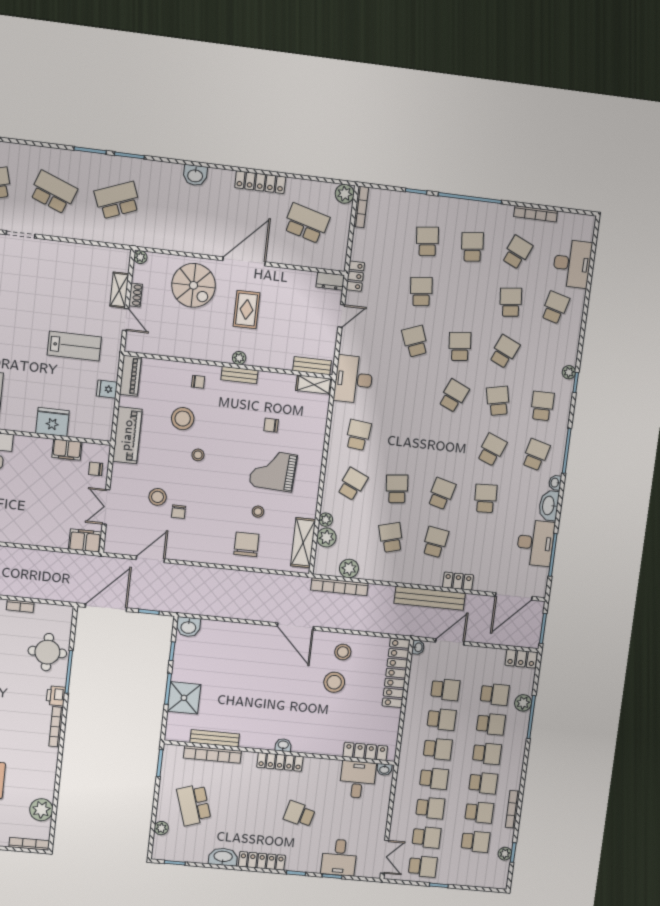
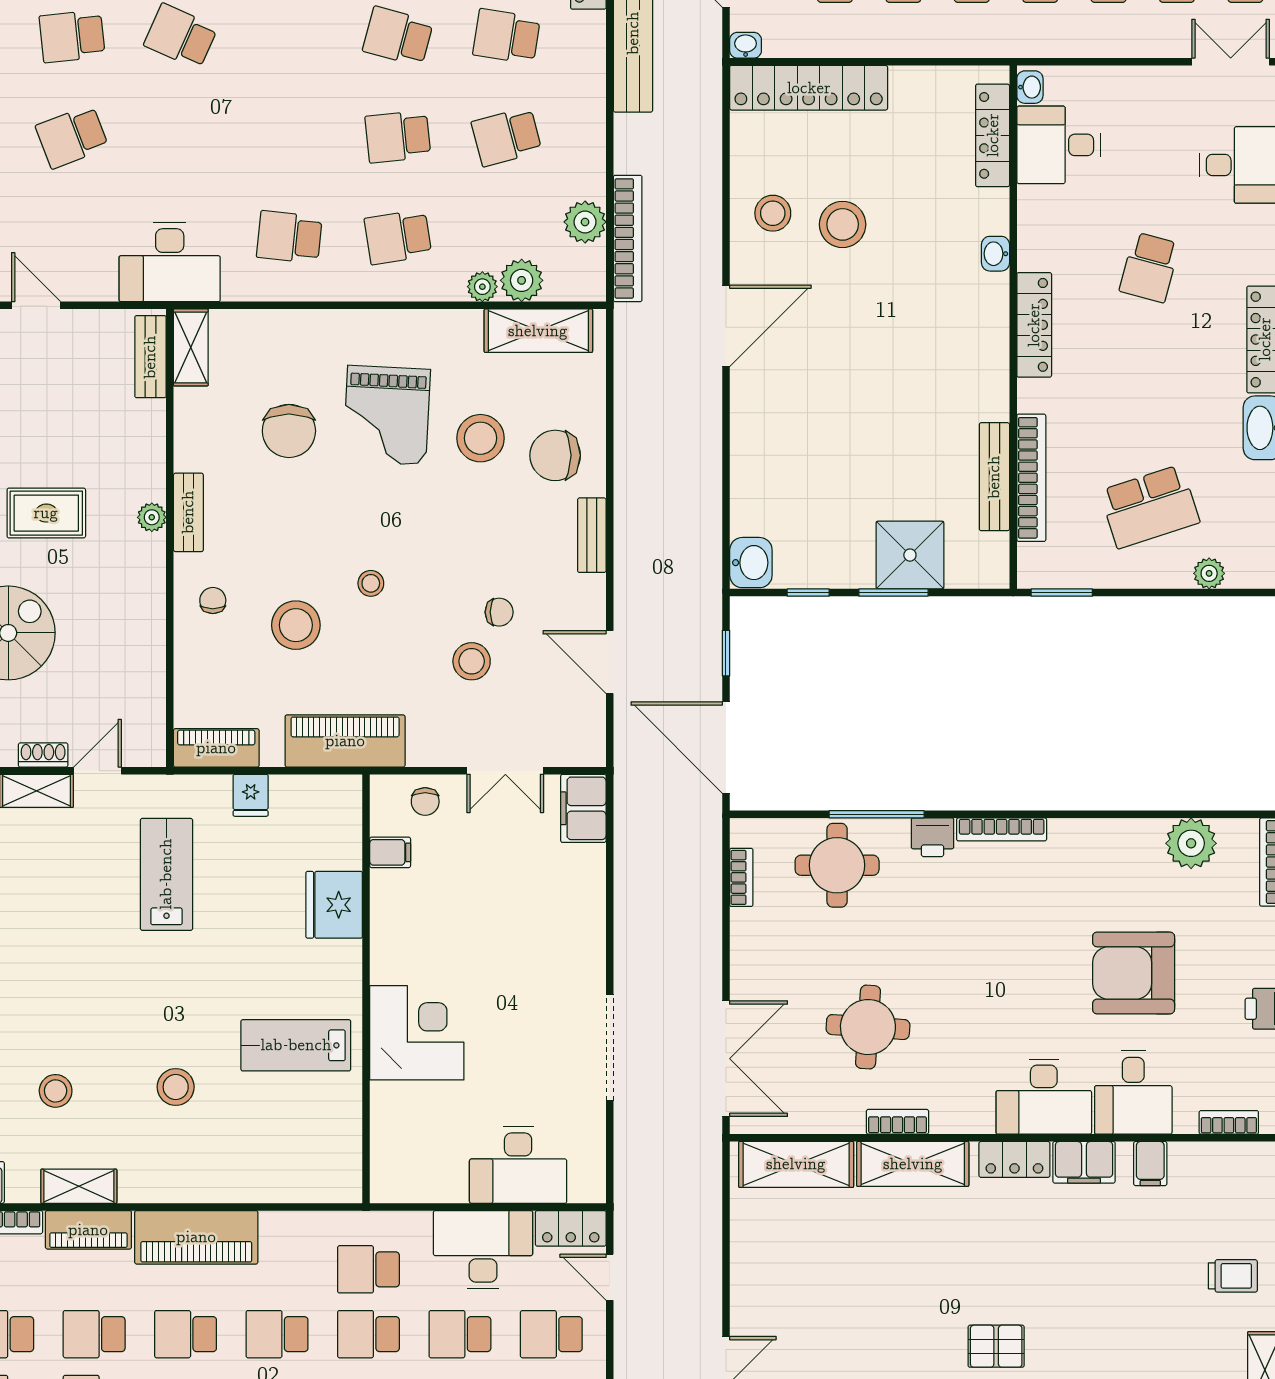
chair: (271, 425) -> (289, 431), width x1.87, depth x1.87
filing cabinet: (67, 450) -> (390, 852), width x0.50
school desk: (352, 484) -> (398, 237), turned -33
stool: (258, 512) -> (480, 438), width x1.89, depth x1.89
bench: (209, 557) -> (592, 535), added
bookcase: (20, 606) -> (741, 877), moved
washbasin: (283, 745) -> (995, 254), moved

